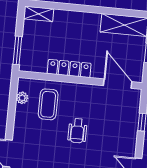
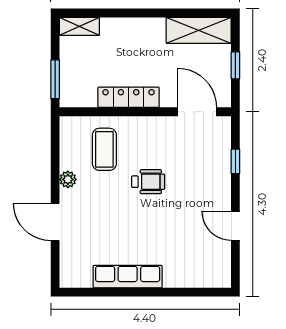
plant: (22, 98) -> (68, 179), moved
wheelchair: (77, 131) -> (148, 182), turned -90

